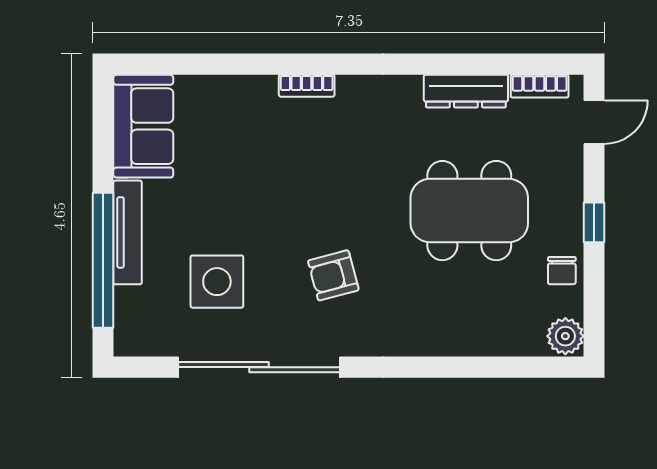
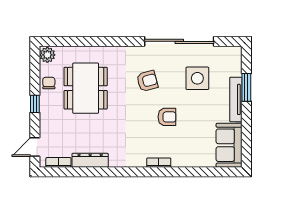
armchair: (287, 192) -> (167, 117), added
dining table: (469, 211) -> (86, 88), moved, turned 90
window: (103, 260) -> (246, 87), width x0.47

